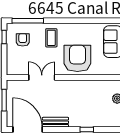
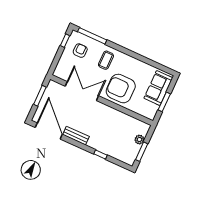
armchair: (77, 58) -> (121, 89), turned -90
double door: (42, 77) -> (82, 91), width x1.37

